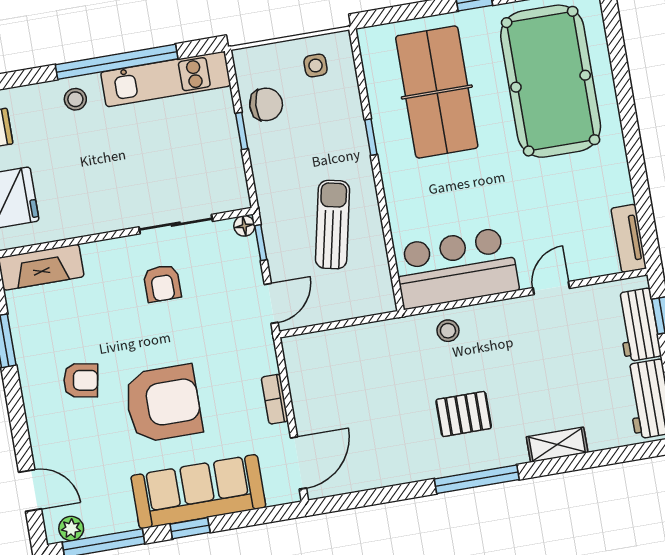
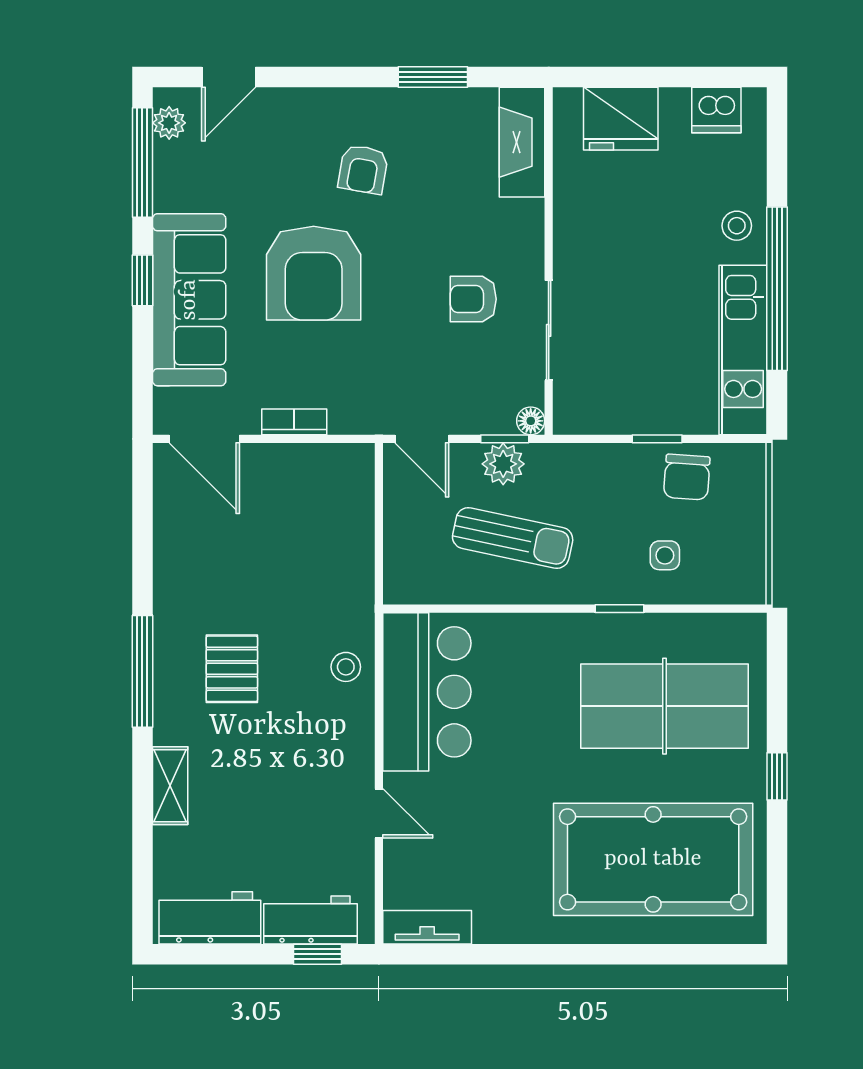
side table: (316, 66) -> (665, 555), moved
plant: (279, 241) -> (503, 464), added

